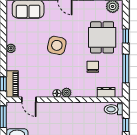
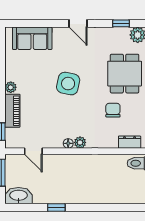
piano: (12, 84) -> (12, 111), moved

